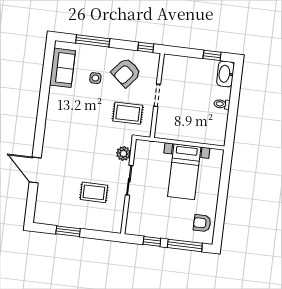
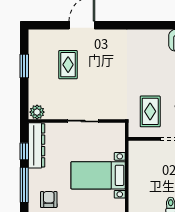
plant: (123, 154) -> (37, 112), moved
rug: (94, 192) -> (68, 65), moved
dresser: (148, 229) -> (36, 145), added

